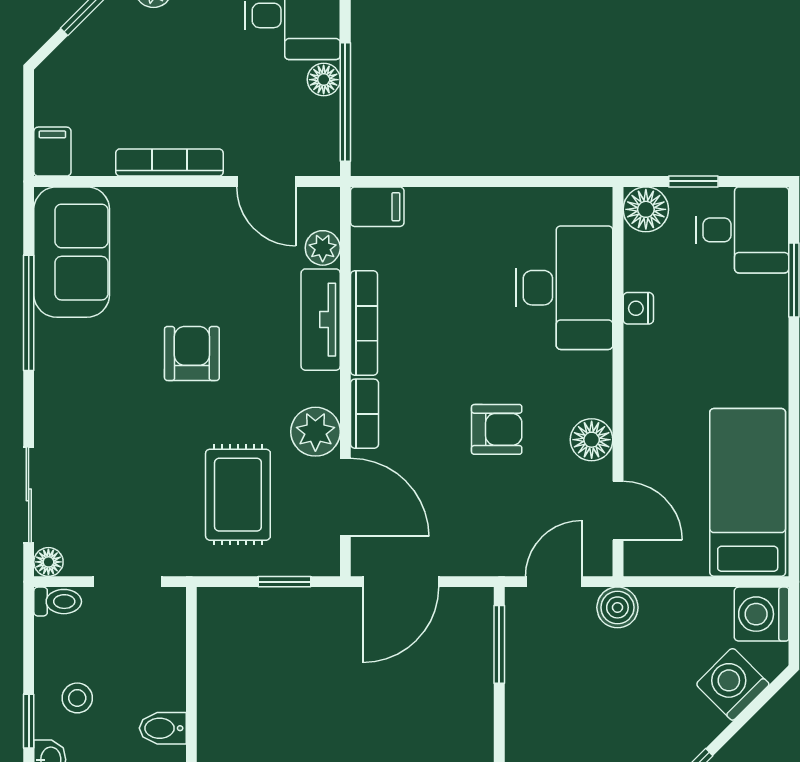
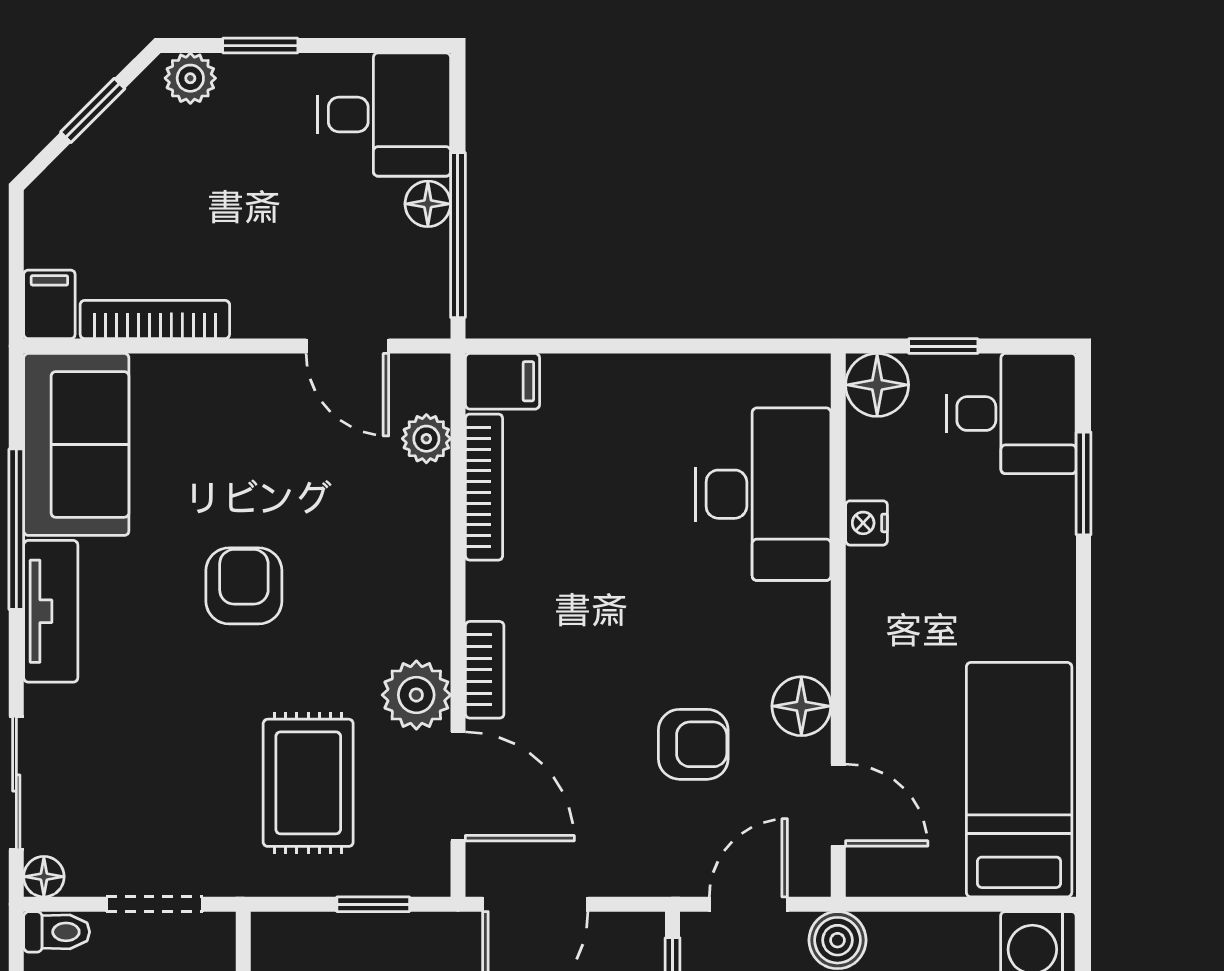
bookcase: (169, 163) -> (155, 320), moved
tv unit: (321, 320) -> (51, 611), moved, turned 180
bookcase: (364, 323) -> (484, 487), moved
armchair: (497, 429) -> (693, 744), moved

